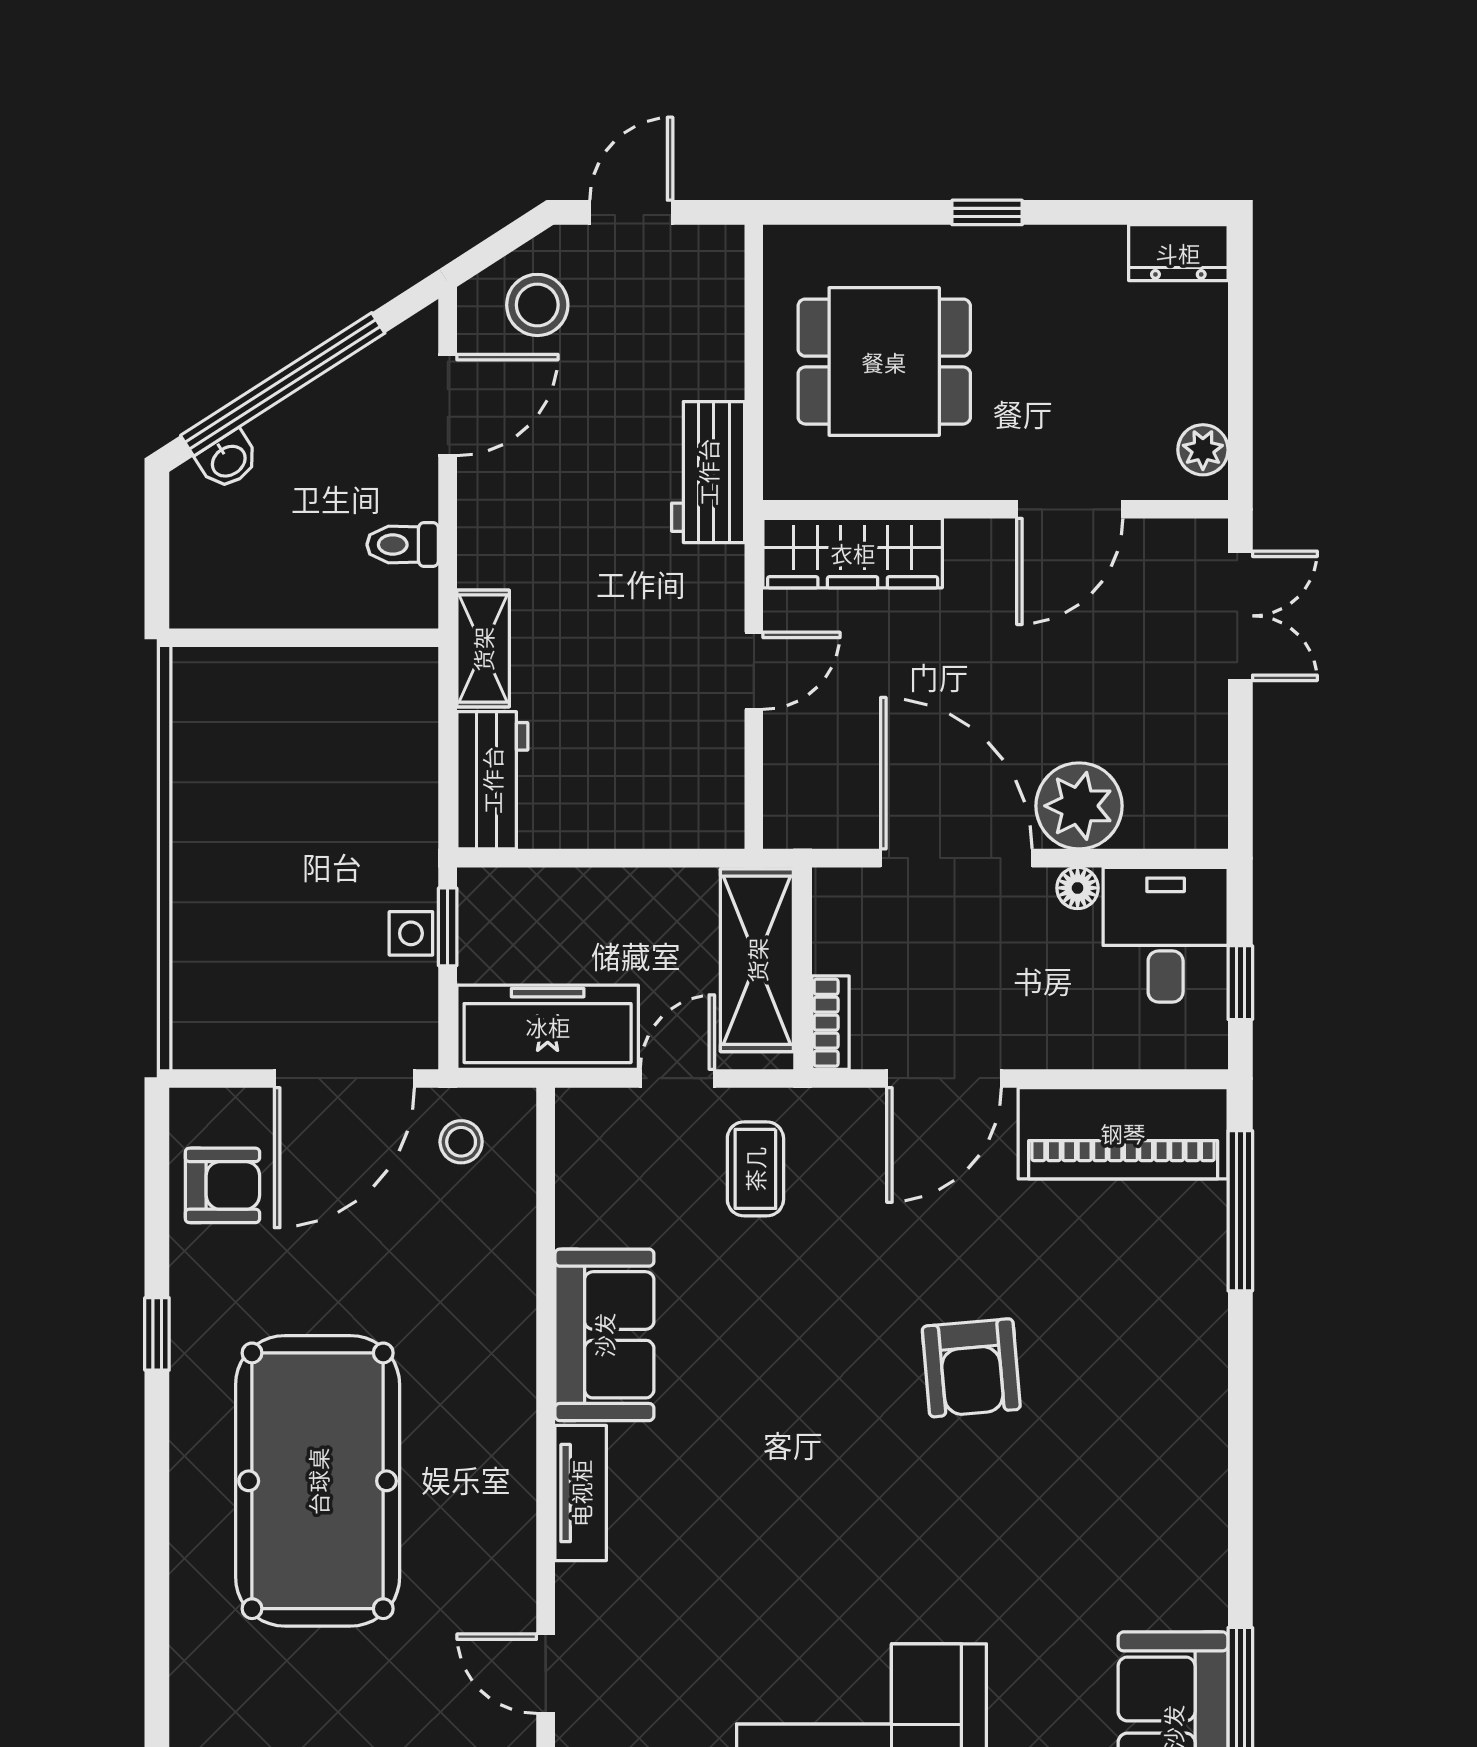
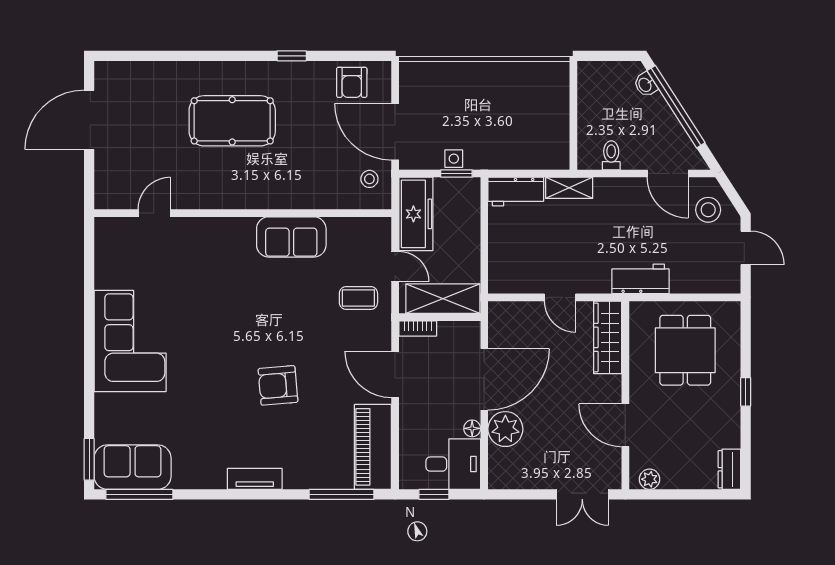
pool table: (318, 1481) -> (232, 121), width x0.73, depth x0.76
tv unit: (581, 1493) -> (255, 479), moved, turned 180

